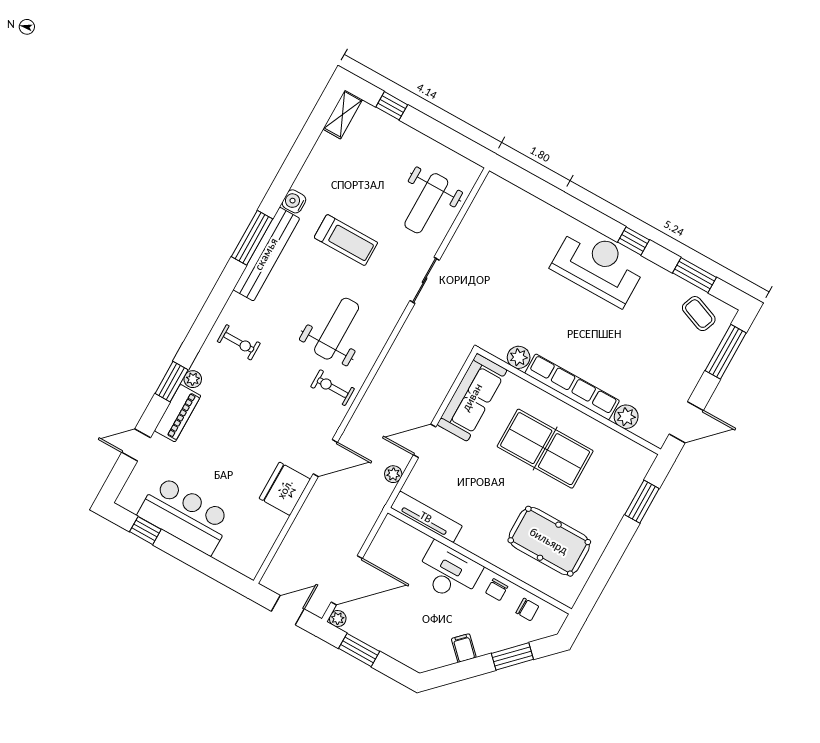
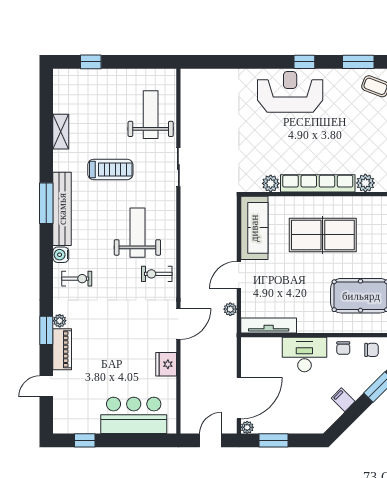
shelving: (343, 114) -> (61, 132), moved
water cooler: (294, 201) -> (61, 255), moved
weight bench: (426, 203) -> (151, 115), turned 180
fridge: (285, 489) -> (166, 364), width x0.73, depth x0.75
bar counter: (185, 515) -> (134, 415), moved

